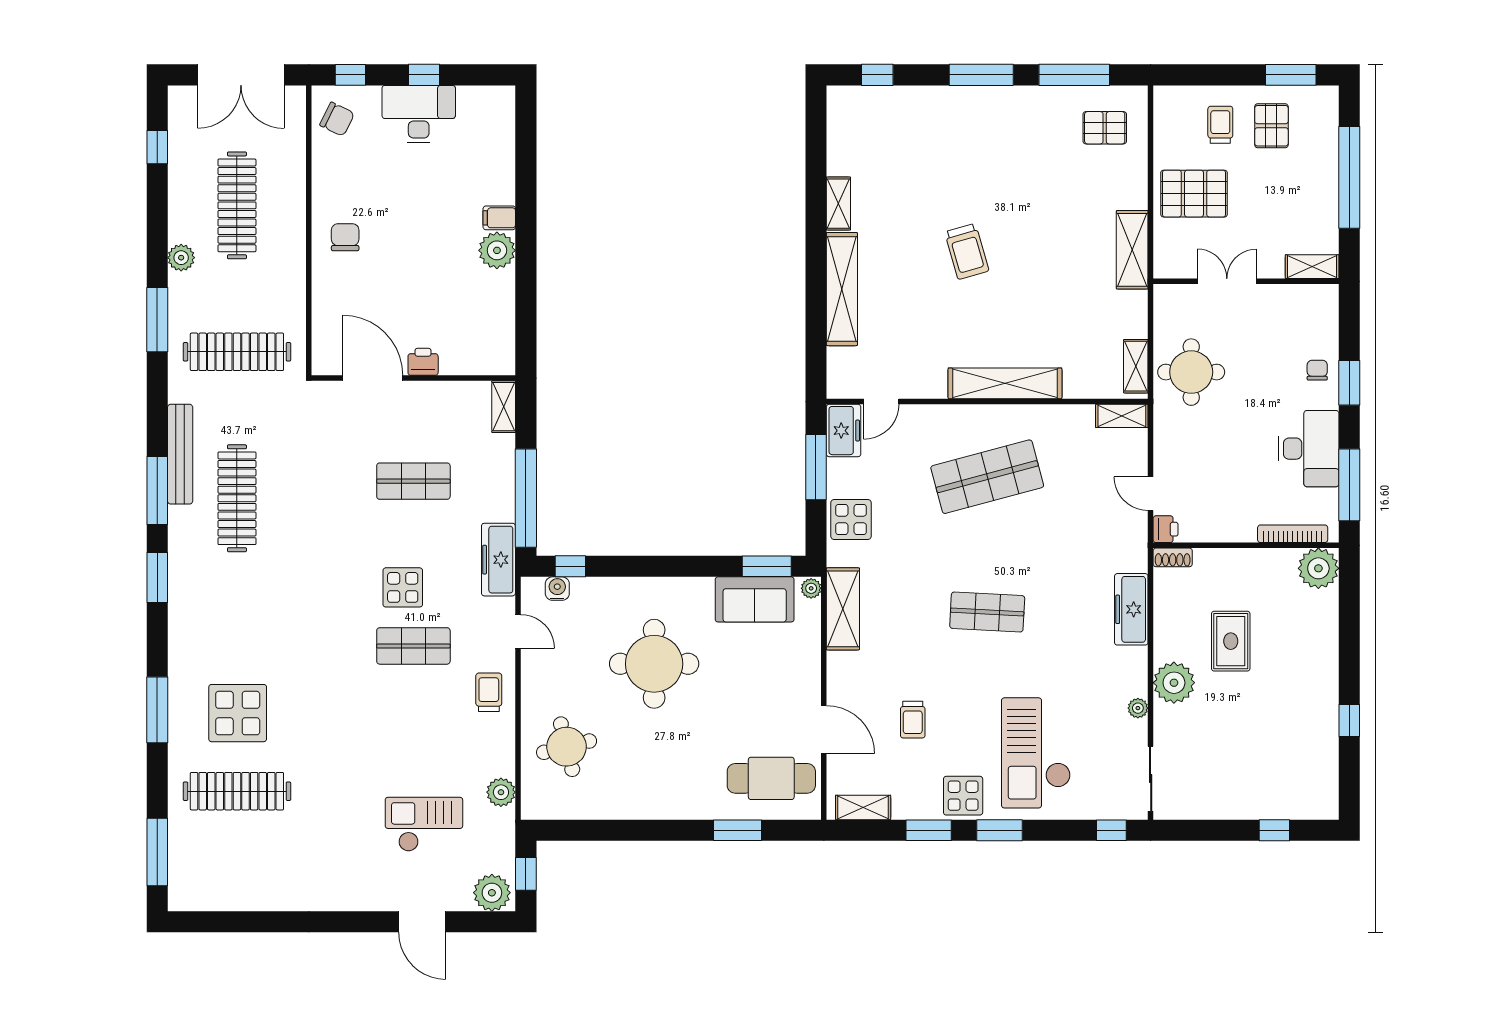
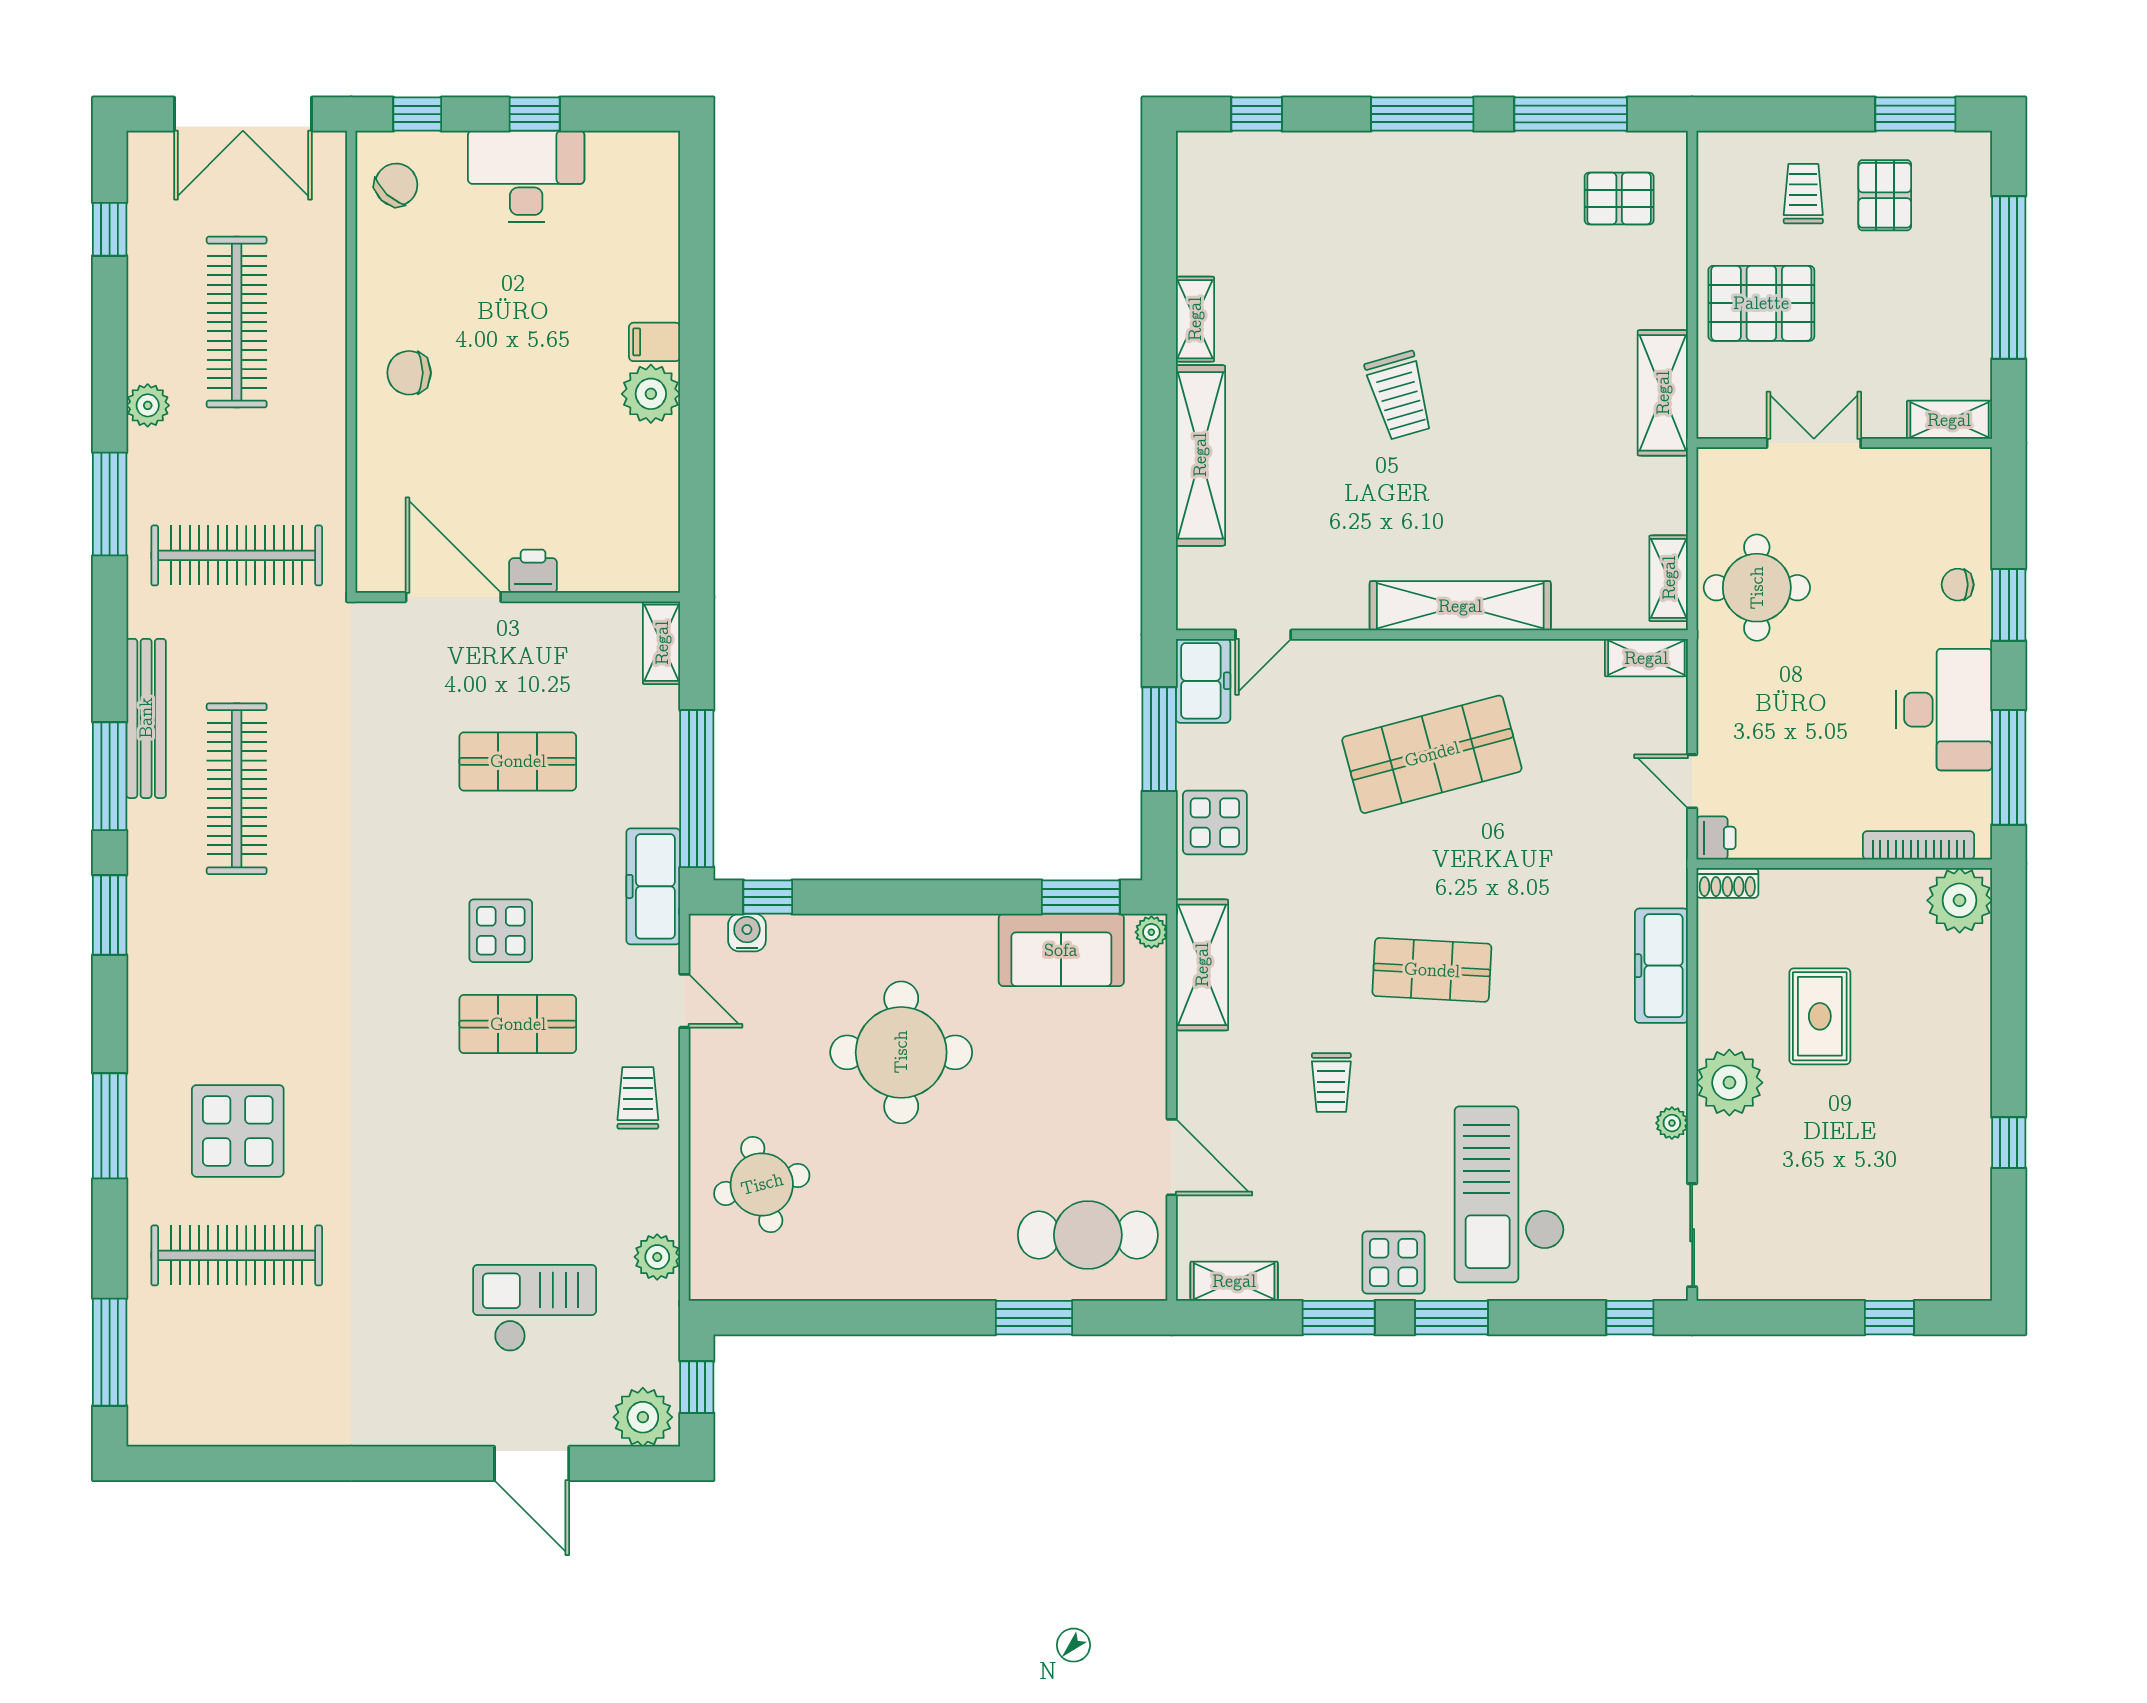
chair: (337, 119) -> (396, 185), turned -73
chair: (345, 237) -> (409, 373), turned -90
chair: (1317, 370) -> (1958, 585), turned -90
trolley: (913, 720) -> (1331, 1082), moved

